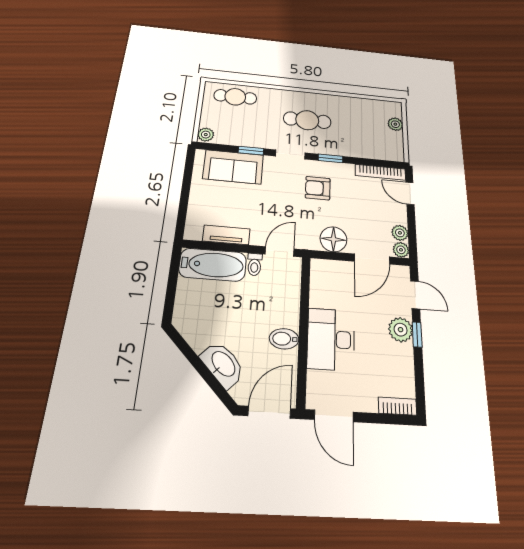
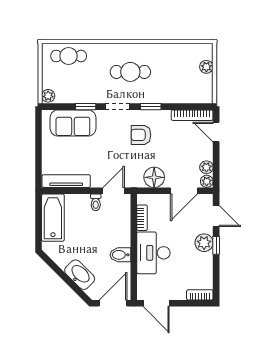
tv unit: (226, 235) -> (66, 181), width x1.41
bathtub: (213, 265) -> (53, 218), moved, turned -90
bookcase: (316, 289) -> (142, 218), added

